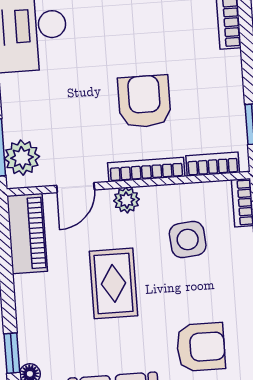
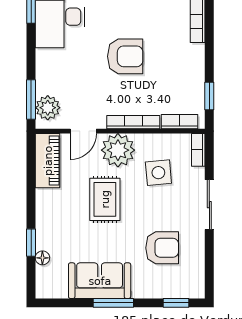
armchair: (144, 101) -> (125, 56), moved, turned 90
plant: (126, 200) -> (118, 150), width x1.88, depth x1.88

